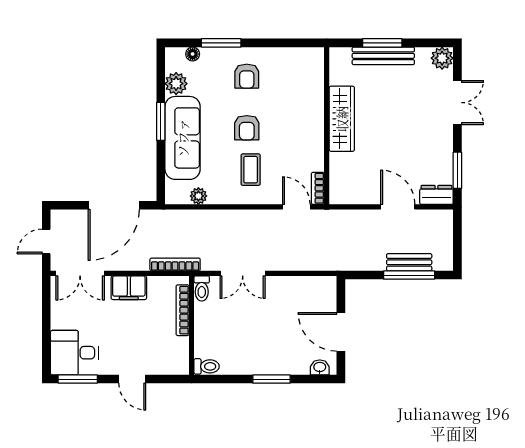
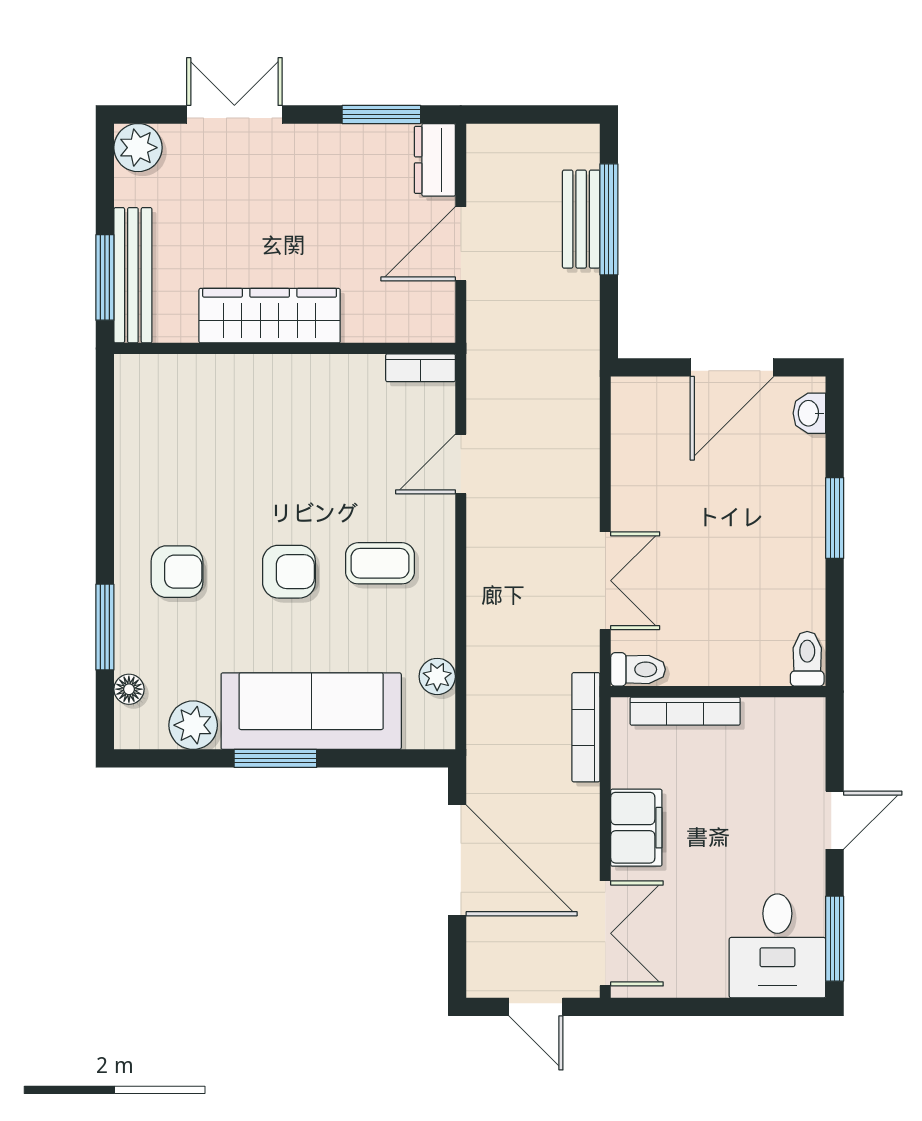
wardrobe: (342, 119) -> (270, 316), moved
wall: (327, 126) -> (285, 348), moved
bookcase: (318, 188) -> (421, 368), moved

